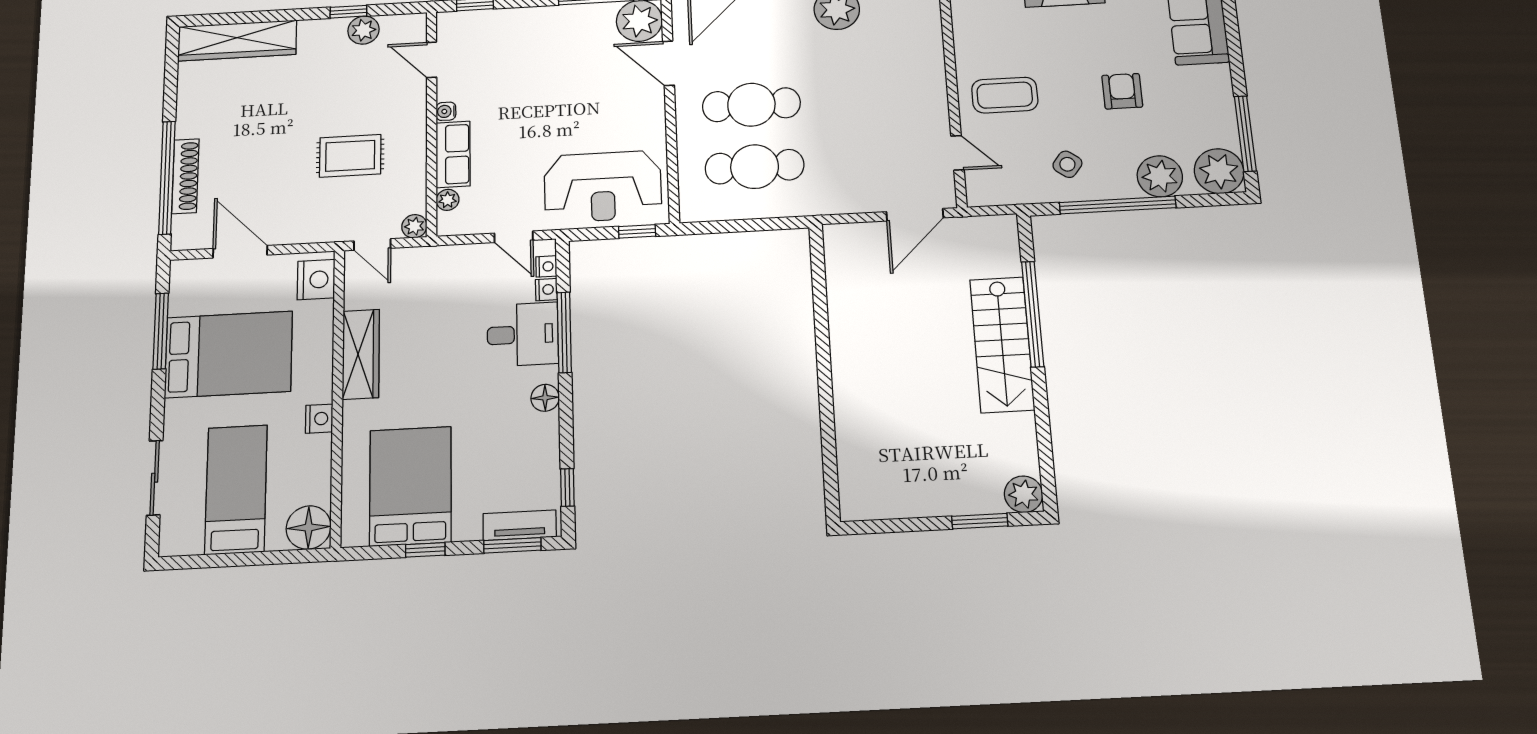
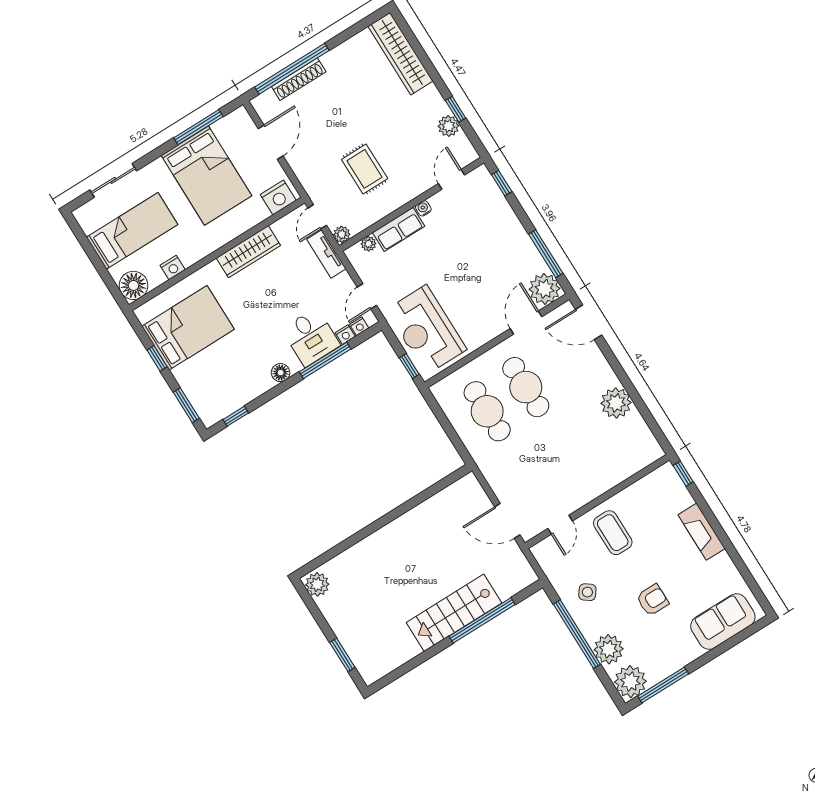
nightstand: (319, 419) -> (173, 268), moved
plant: (1024, 494) -> (317, 584), moved
tv unit: (520, 525) -> (326, 254), moved, turned 180

